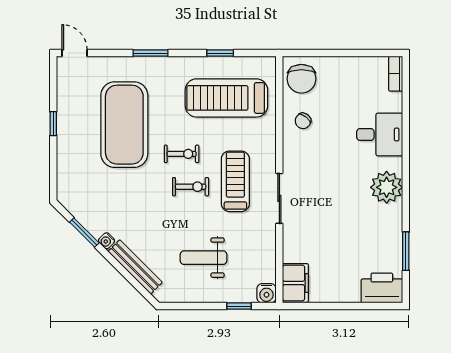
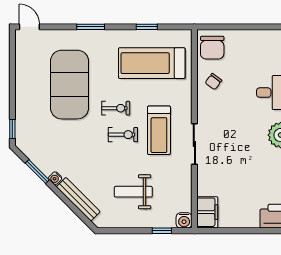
window: (53, 124) -> (12, 129), moved
treadmill: (235, 181) -> (159, 130), turned 180

